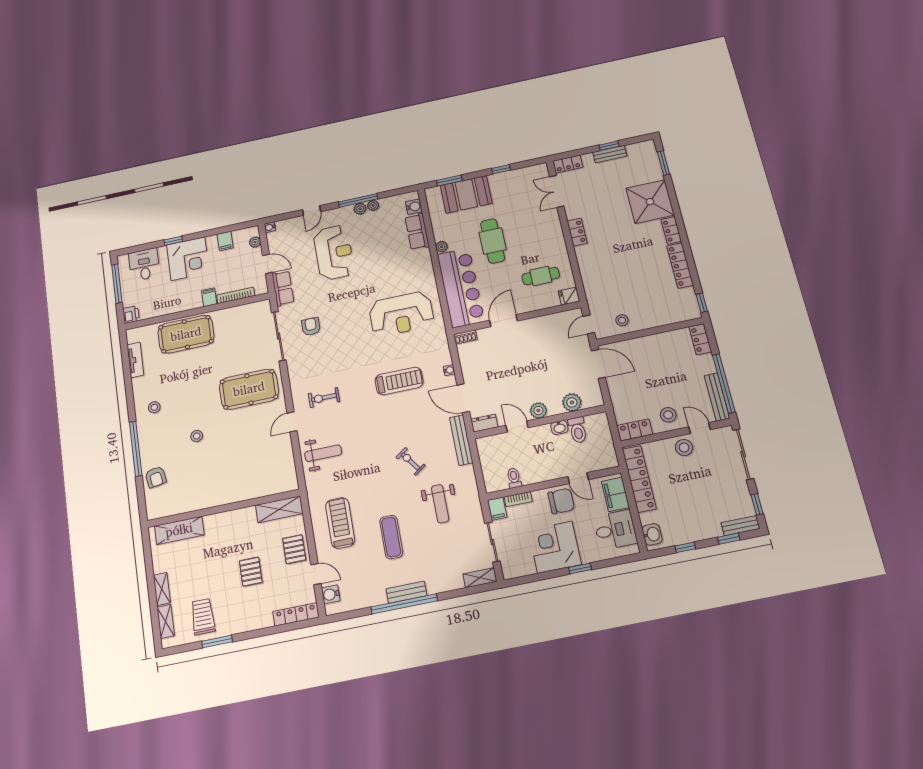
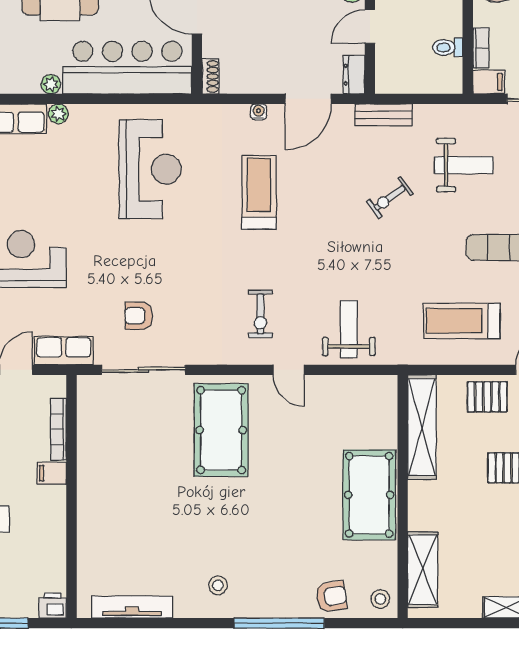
plant: (425, 255) -> (58, 114), added
pool table: (186, 334) -> (369, 495), moved
tv unit: (135, 360) -> (132, 607), width x1.41
stool: (197, 436) -> (380, 599), moved
bench: (461, 440) -> (383, 115), width x0.73
shelving: (279, 509) -> (422, 427), width x1.47

